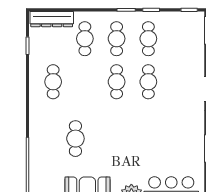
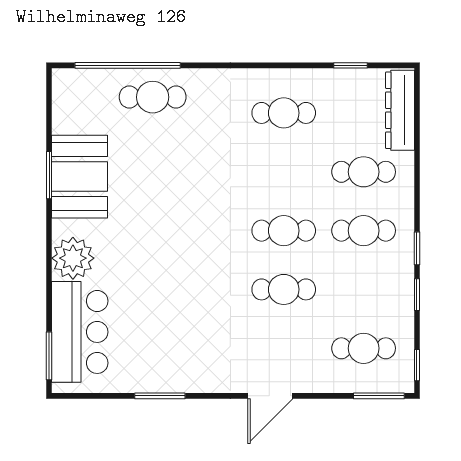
cafe table: (148, 39) -> (364, 348), moved
cafe table: (75, 139) -> (153, 97), moved

